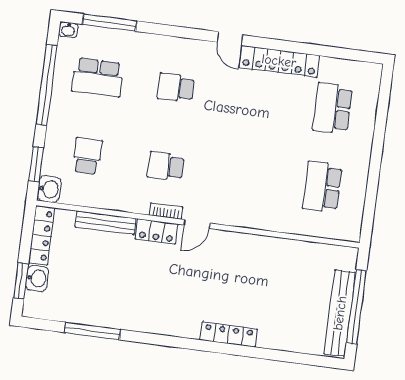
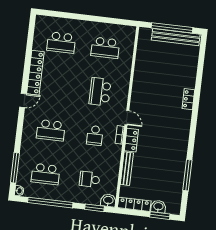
school desk: (98, 77) -> (46, 174), turned 90
school desk: (176, 88) -> (51, 130), width x1.85
school desk: (244, 177) -> (100, 92), added
locker: (229, 334) -> (188, 99), width x0.66

